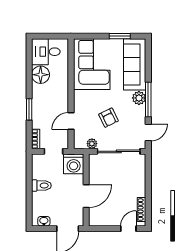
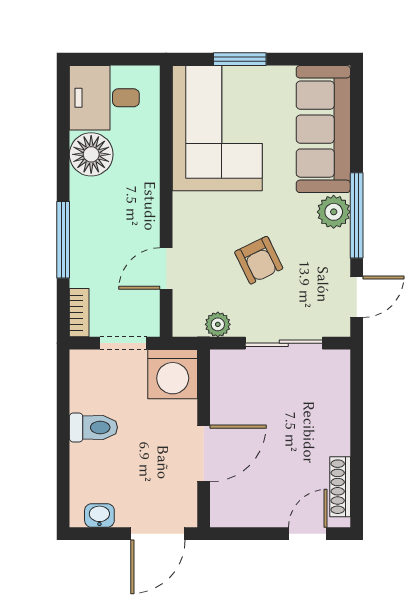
window: (120, 36) -> (240, 59), moved
window: (29, 109) -> (63, 240), width x1.44
sliding door: (119, 151) -> (284, 343), width x0.73

